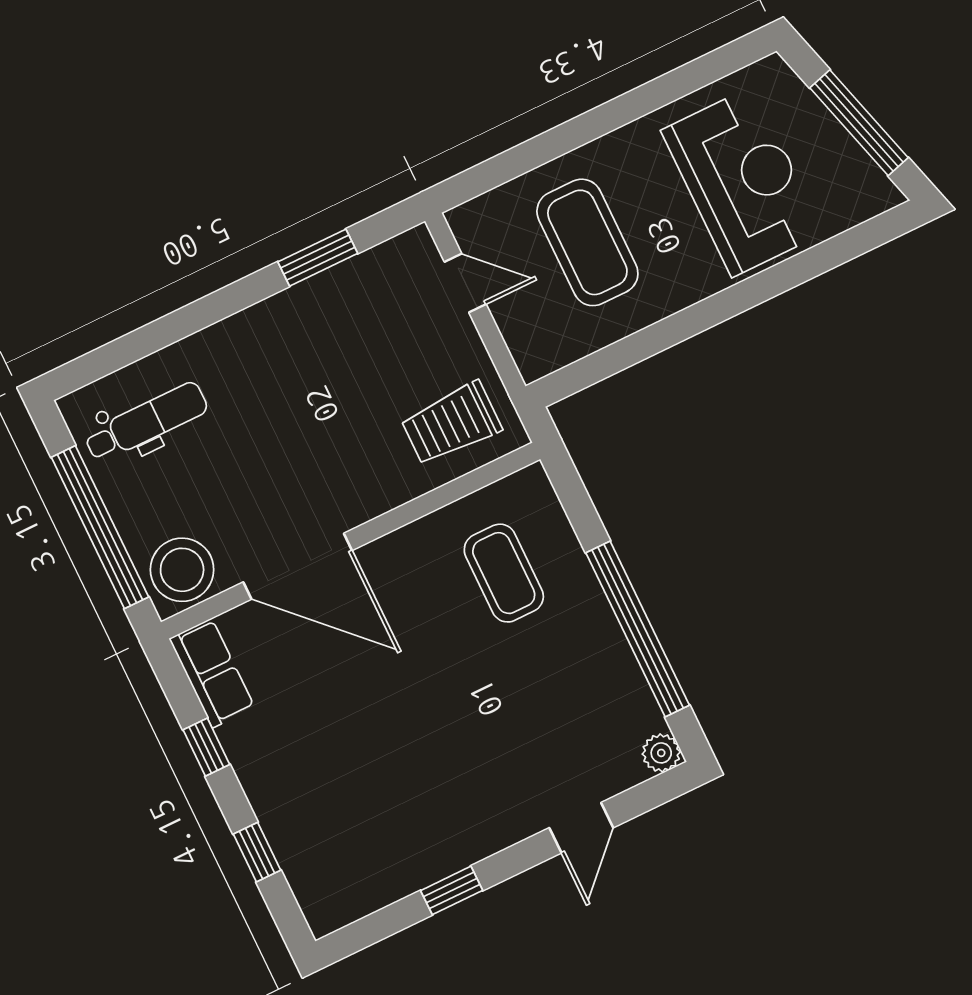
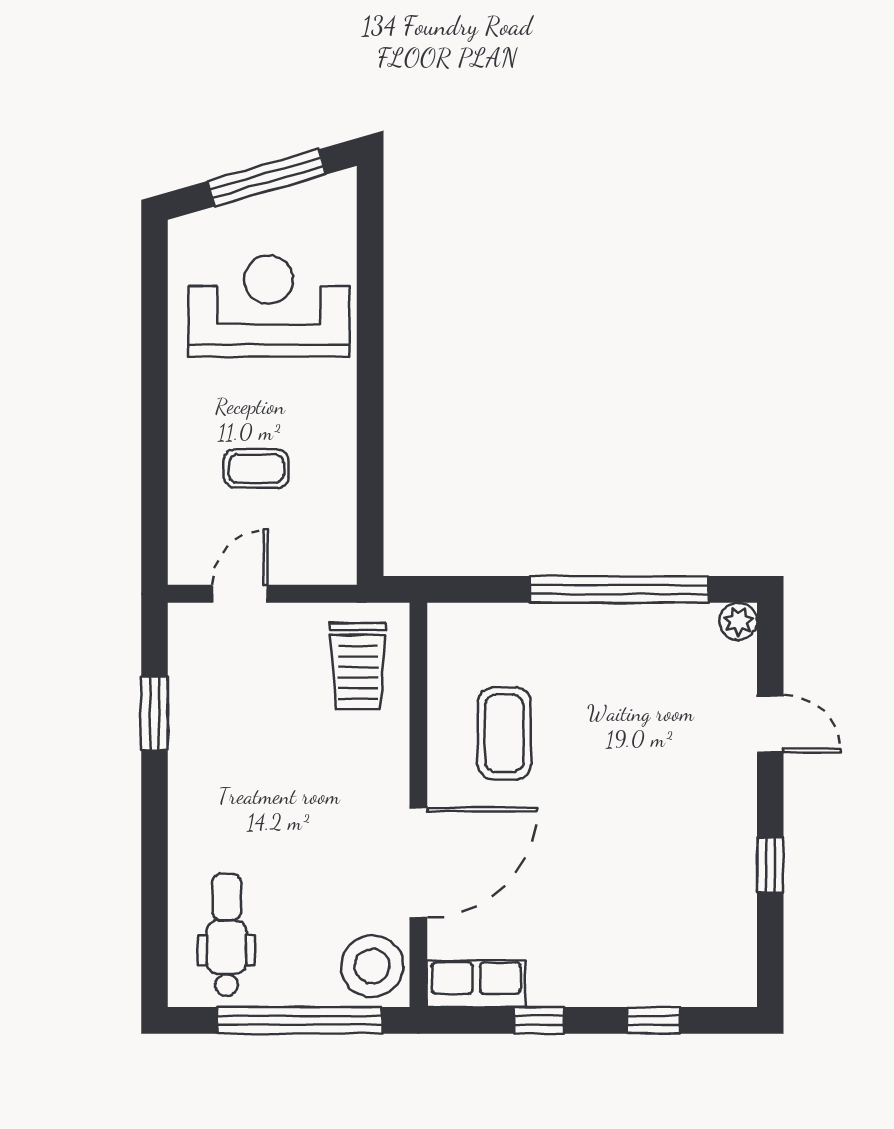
coffee table: (587, 242) -> (256, 469), width x0.54, depth x0.58
coffee table: (504, 573) -> (504, 733), moved, turned 90

